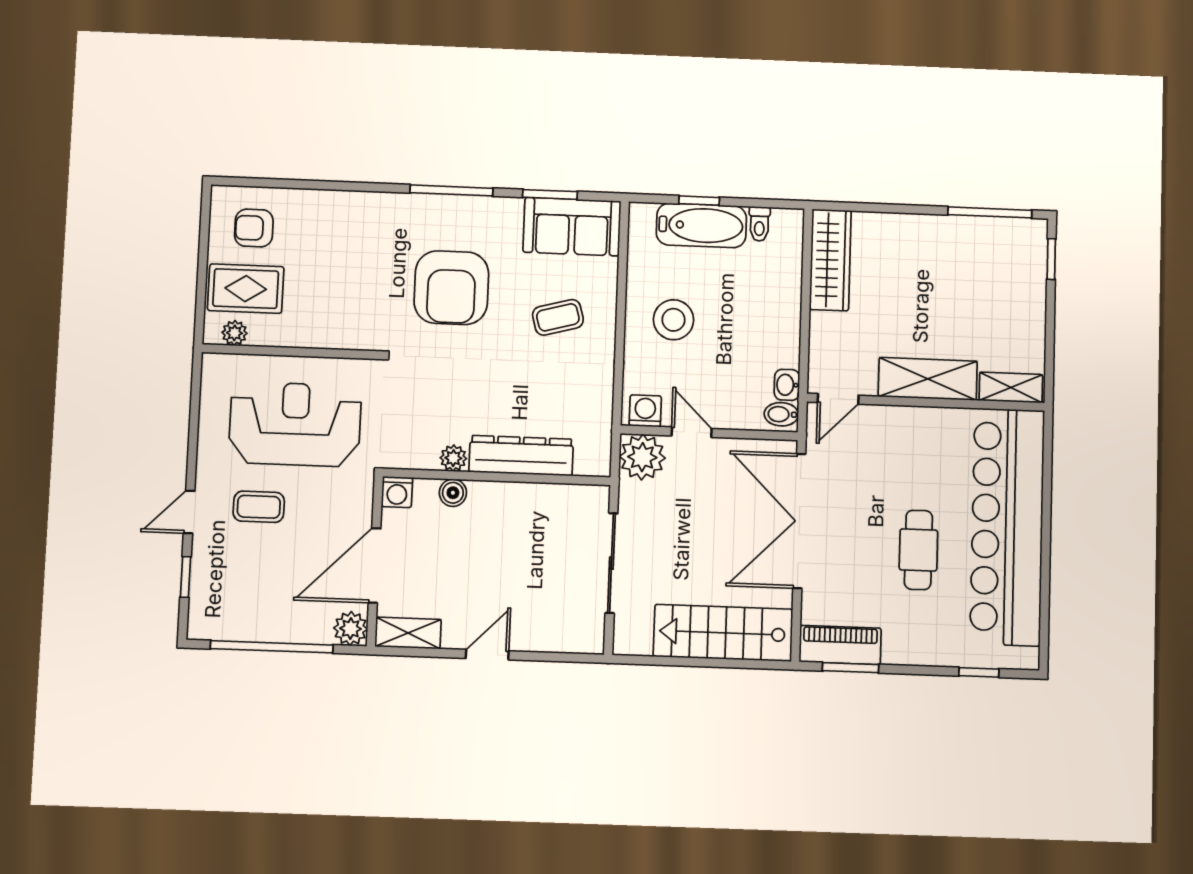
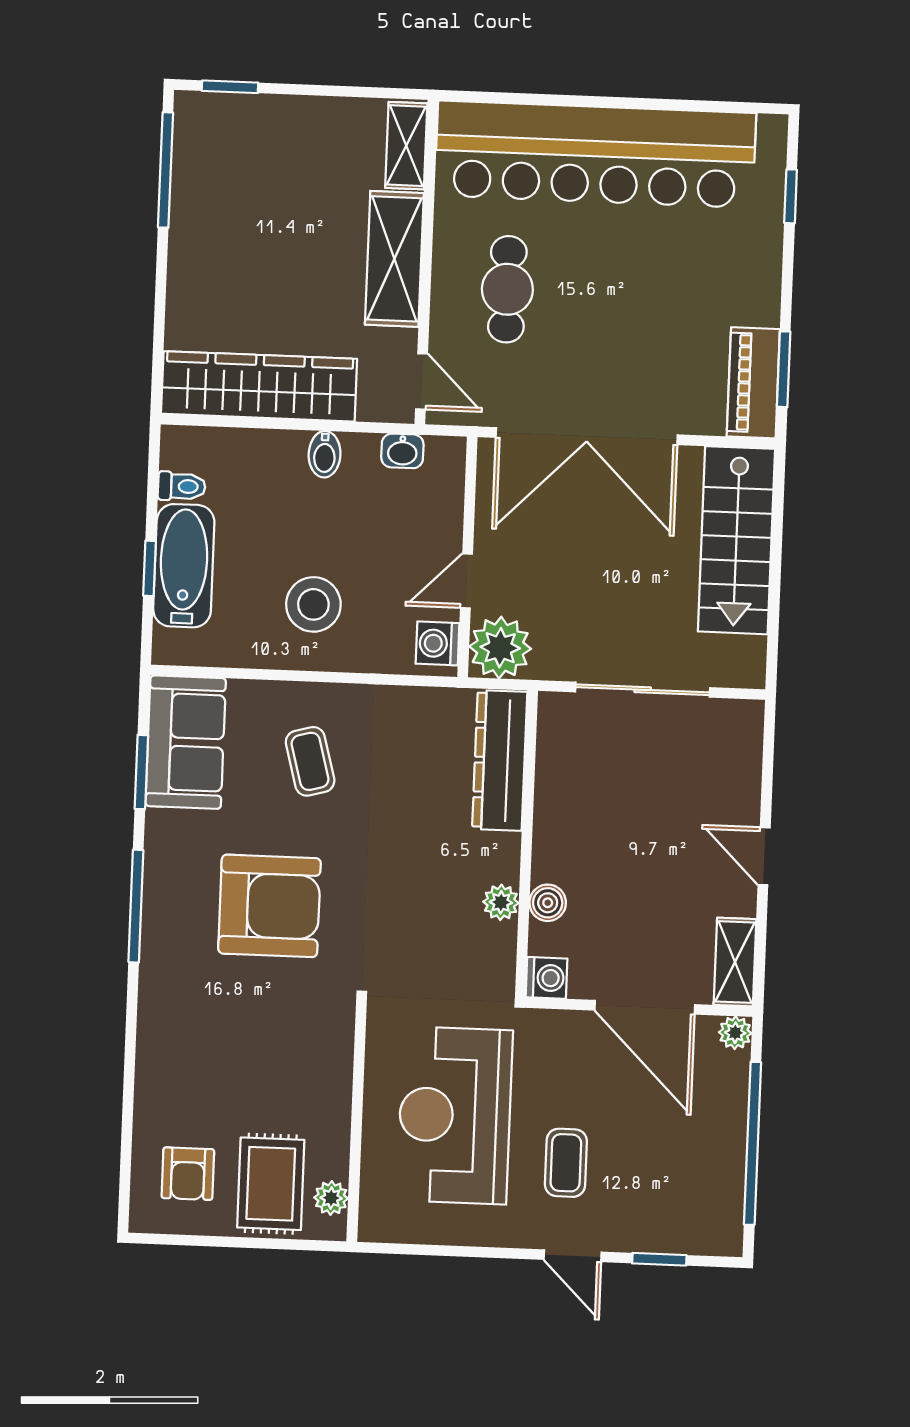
wardrobe: (830, 260) -> (259, 386), width x1.40, depth x1.17
bidet: (781, 414) -> (325, 454), moved
dresser: (521, 456) -> (500, 760), moved
cafe table: (918, 550) -> (507, 289), moved, turned 90
plant: (351, 629) -> (735, 1033), width x0.73, depth x0.73

